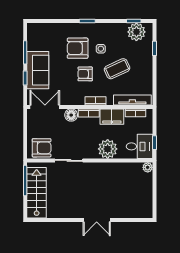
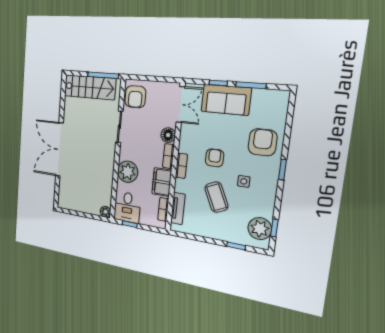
armchair: (78, 48) -> (263, 142), moved
tv unit: (132, 100) -> (178, 209), width x0.71
double door: (97, 220) -> (59, 149), width x1.87

